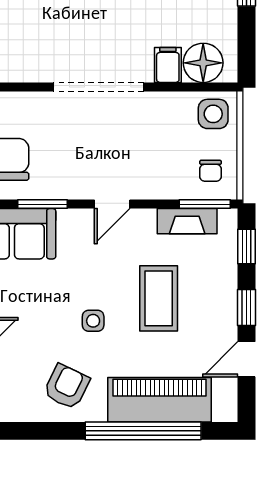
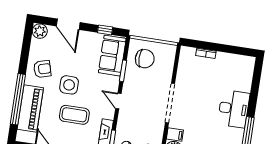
side table: (93, 321) -> (69, 85), width x1.87, depth x1.87
armchair: (67, 387) -> (42, 69), turned -42

